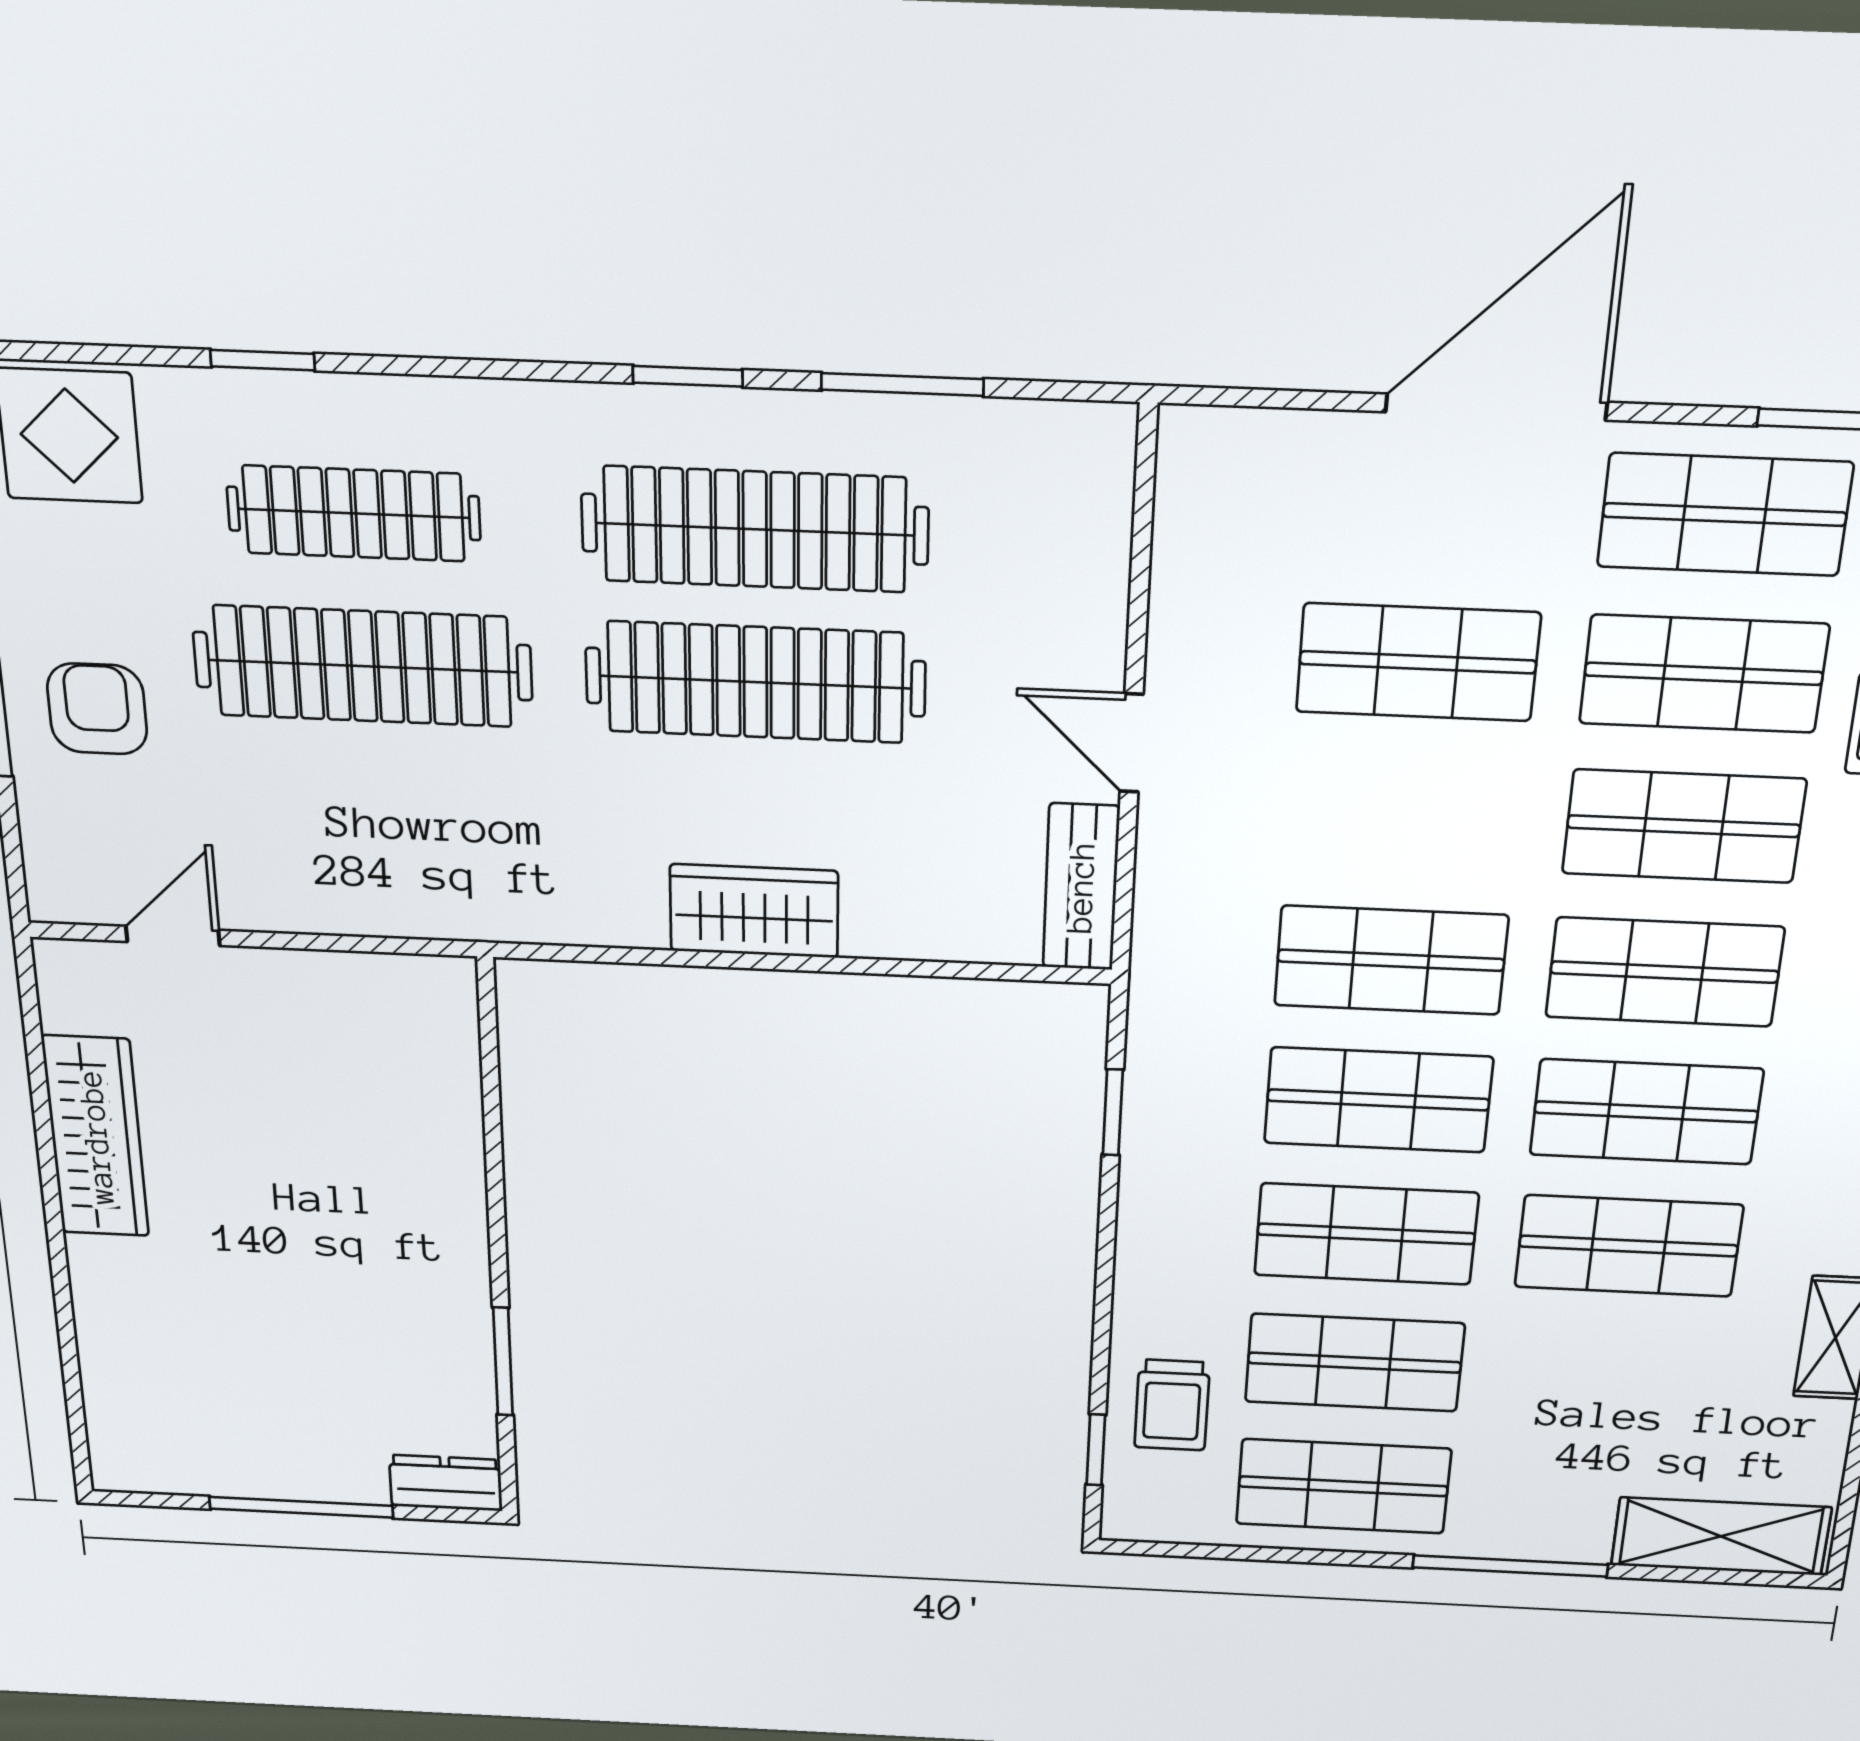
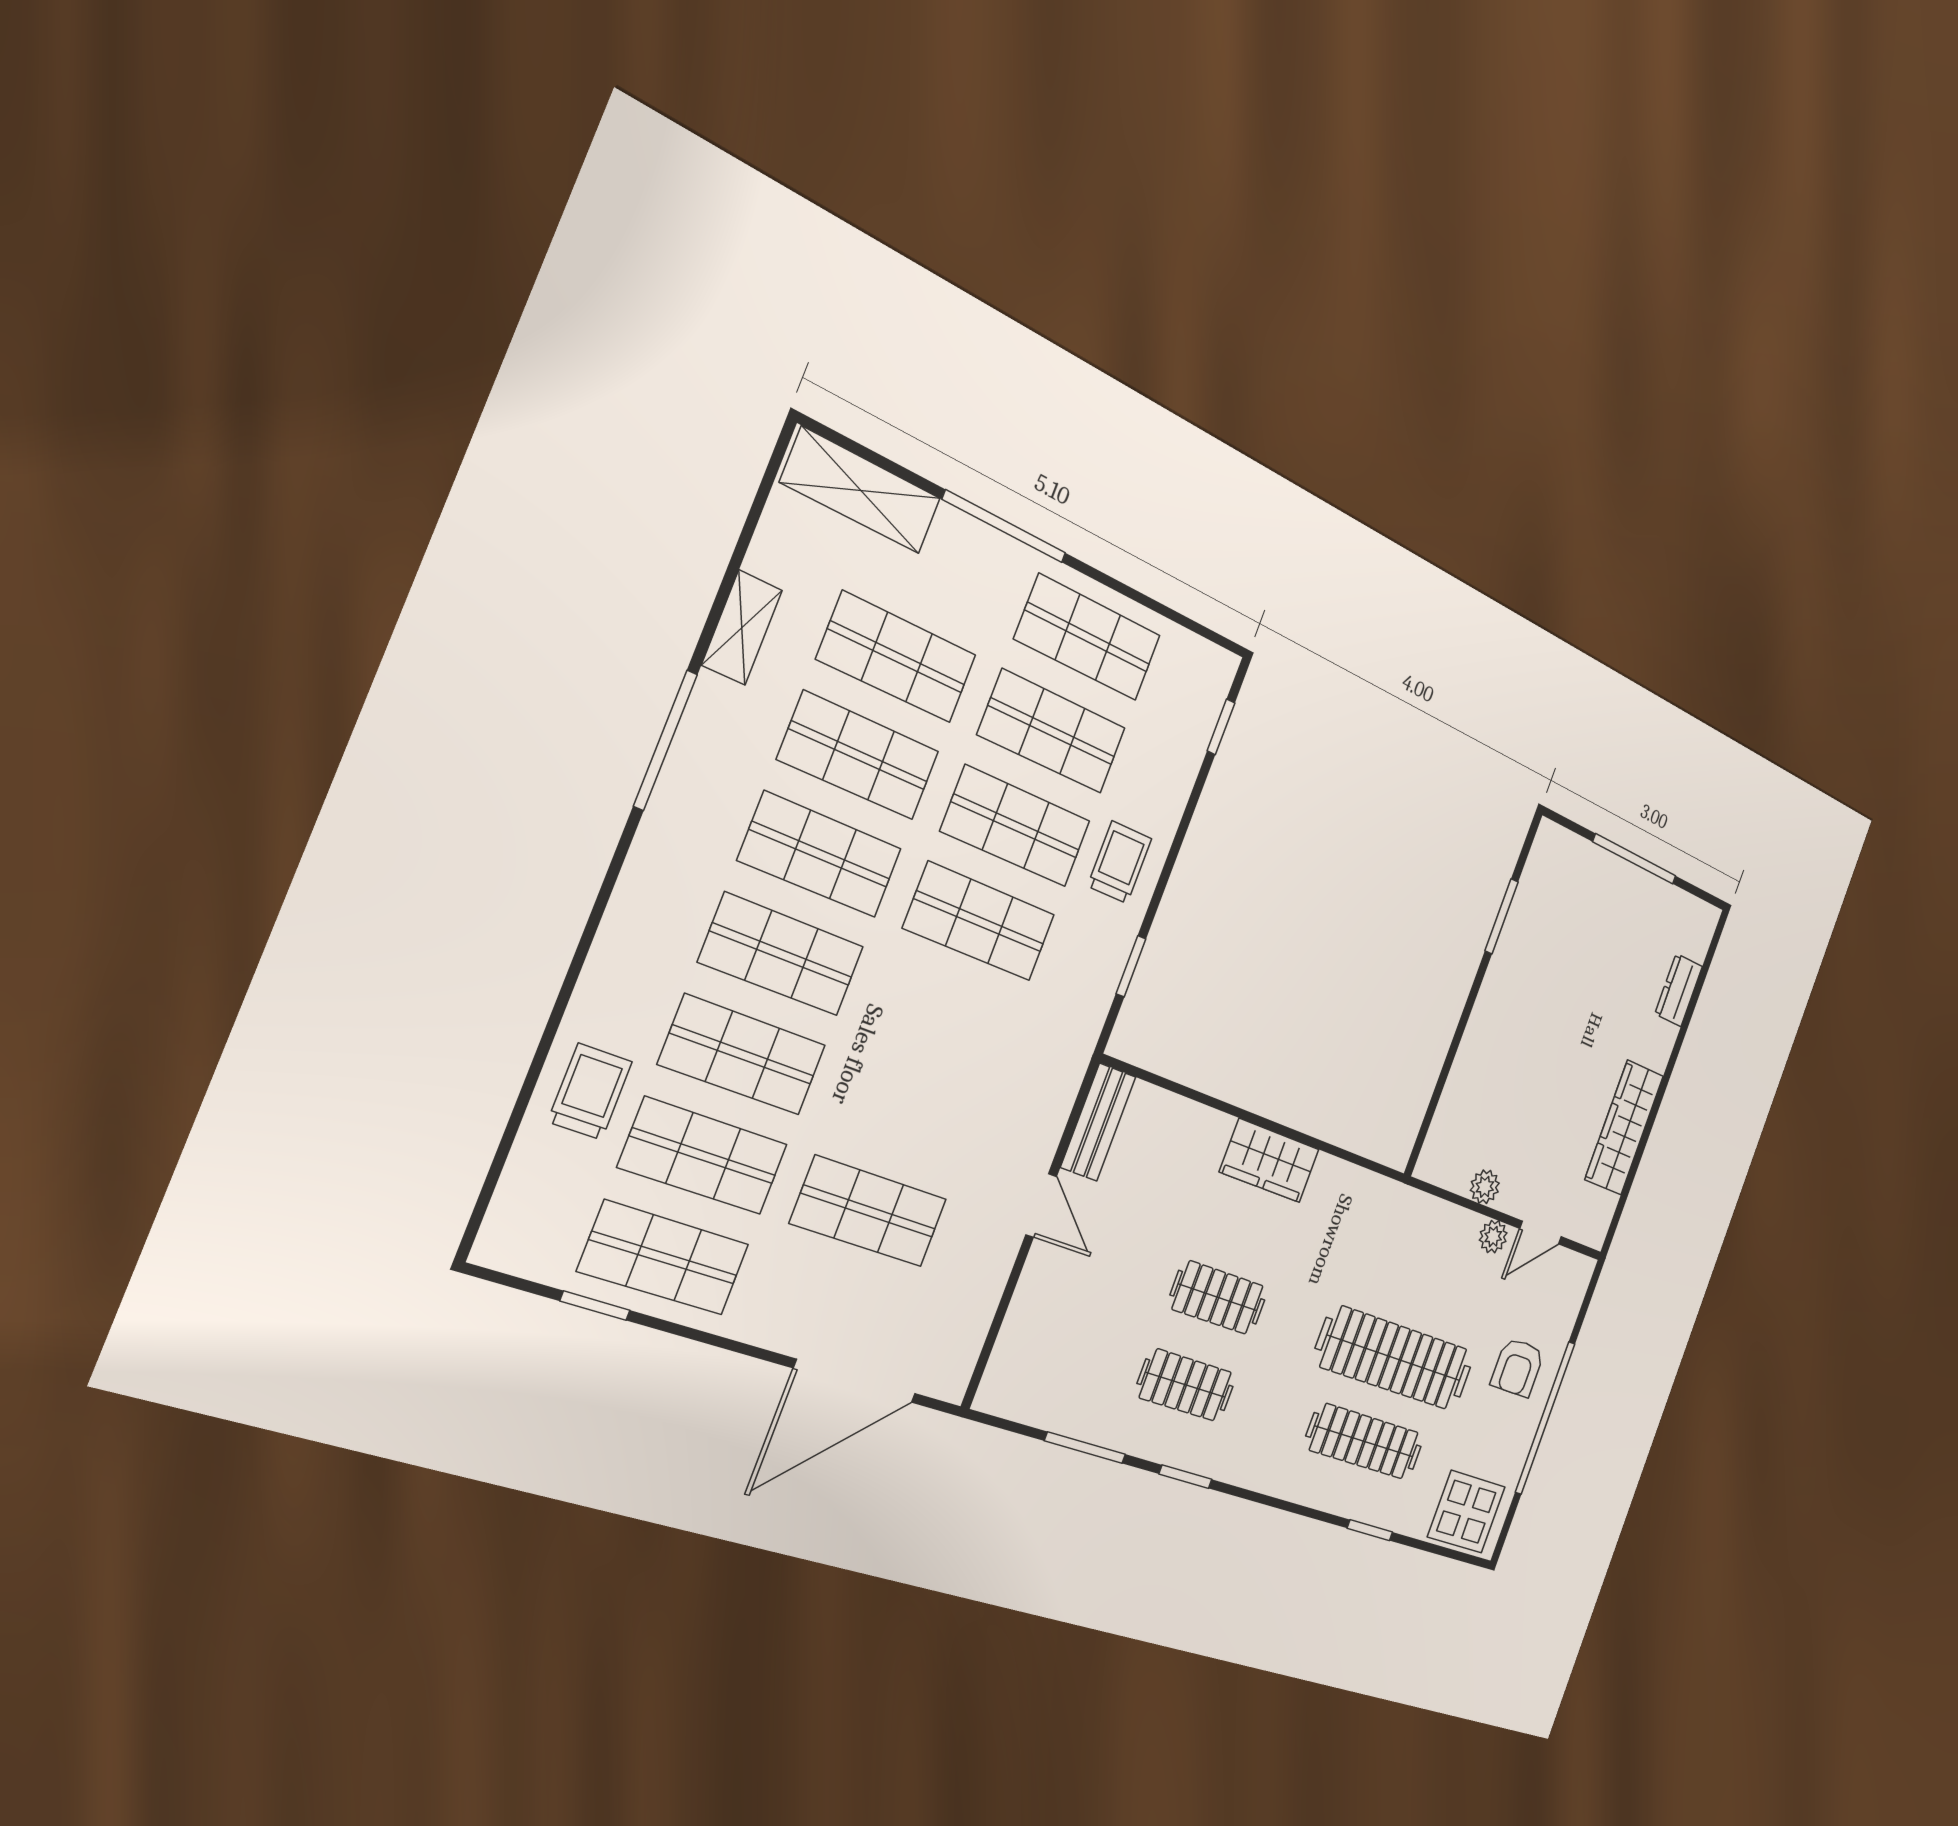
door: (1496, 407) -> (855, 1381), moved
clothes rail: (755, 529) -> (1185, 1385), width x0.54, depth x0.76
clothes rail: (755, 682) -> (1218, 1297), width x0.54, depth x0.76
plant: (266, 906) -> (1493, 1237), added
shop shelf: (1391, 960) -> (897, 657), moved
plant: (324, 977) -> (1485, 1187), added
trolley: (1172, 1405) -> (1120, 862), moved
dresser: (446, 1483) -> (1679, 990), moved, turned 90

